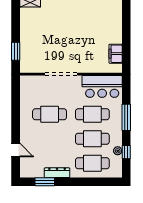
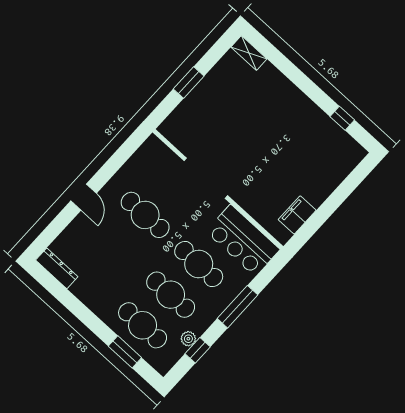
window: (16, 51) -> (189, 82), moved
door: (16, 150) -> (84, 197), moved
dresser: (57, 173) -> (57, 268), moved
window: (45, 182) -> (125, 352), moved

